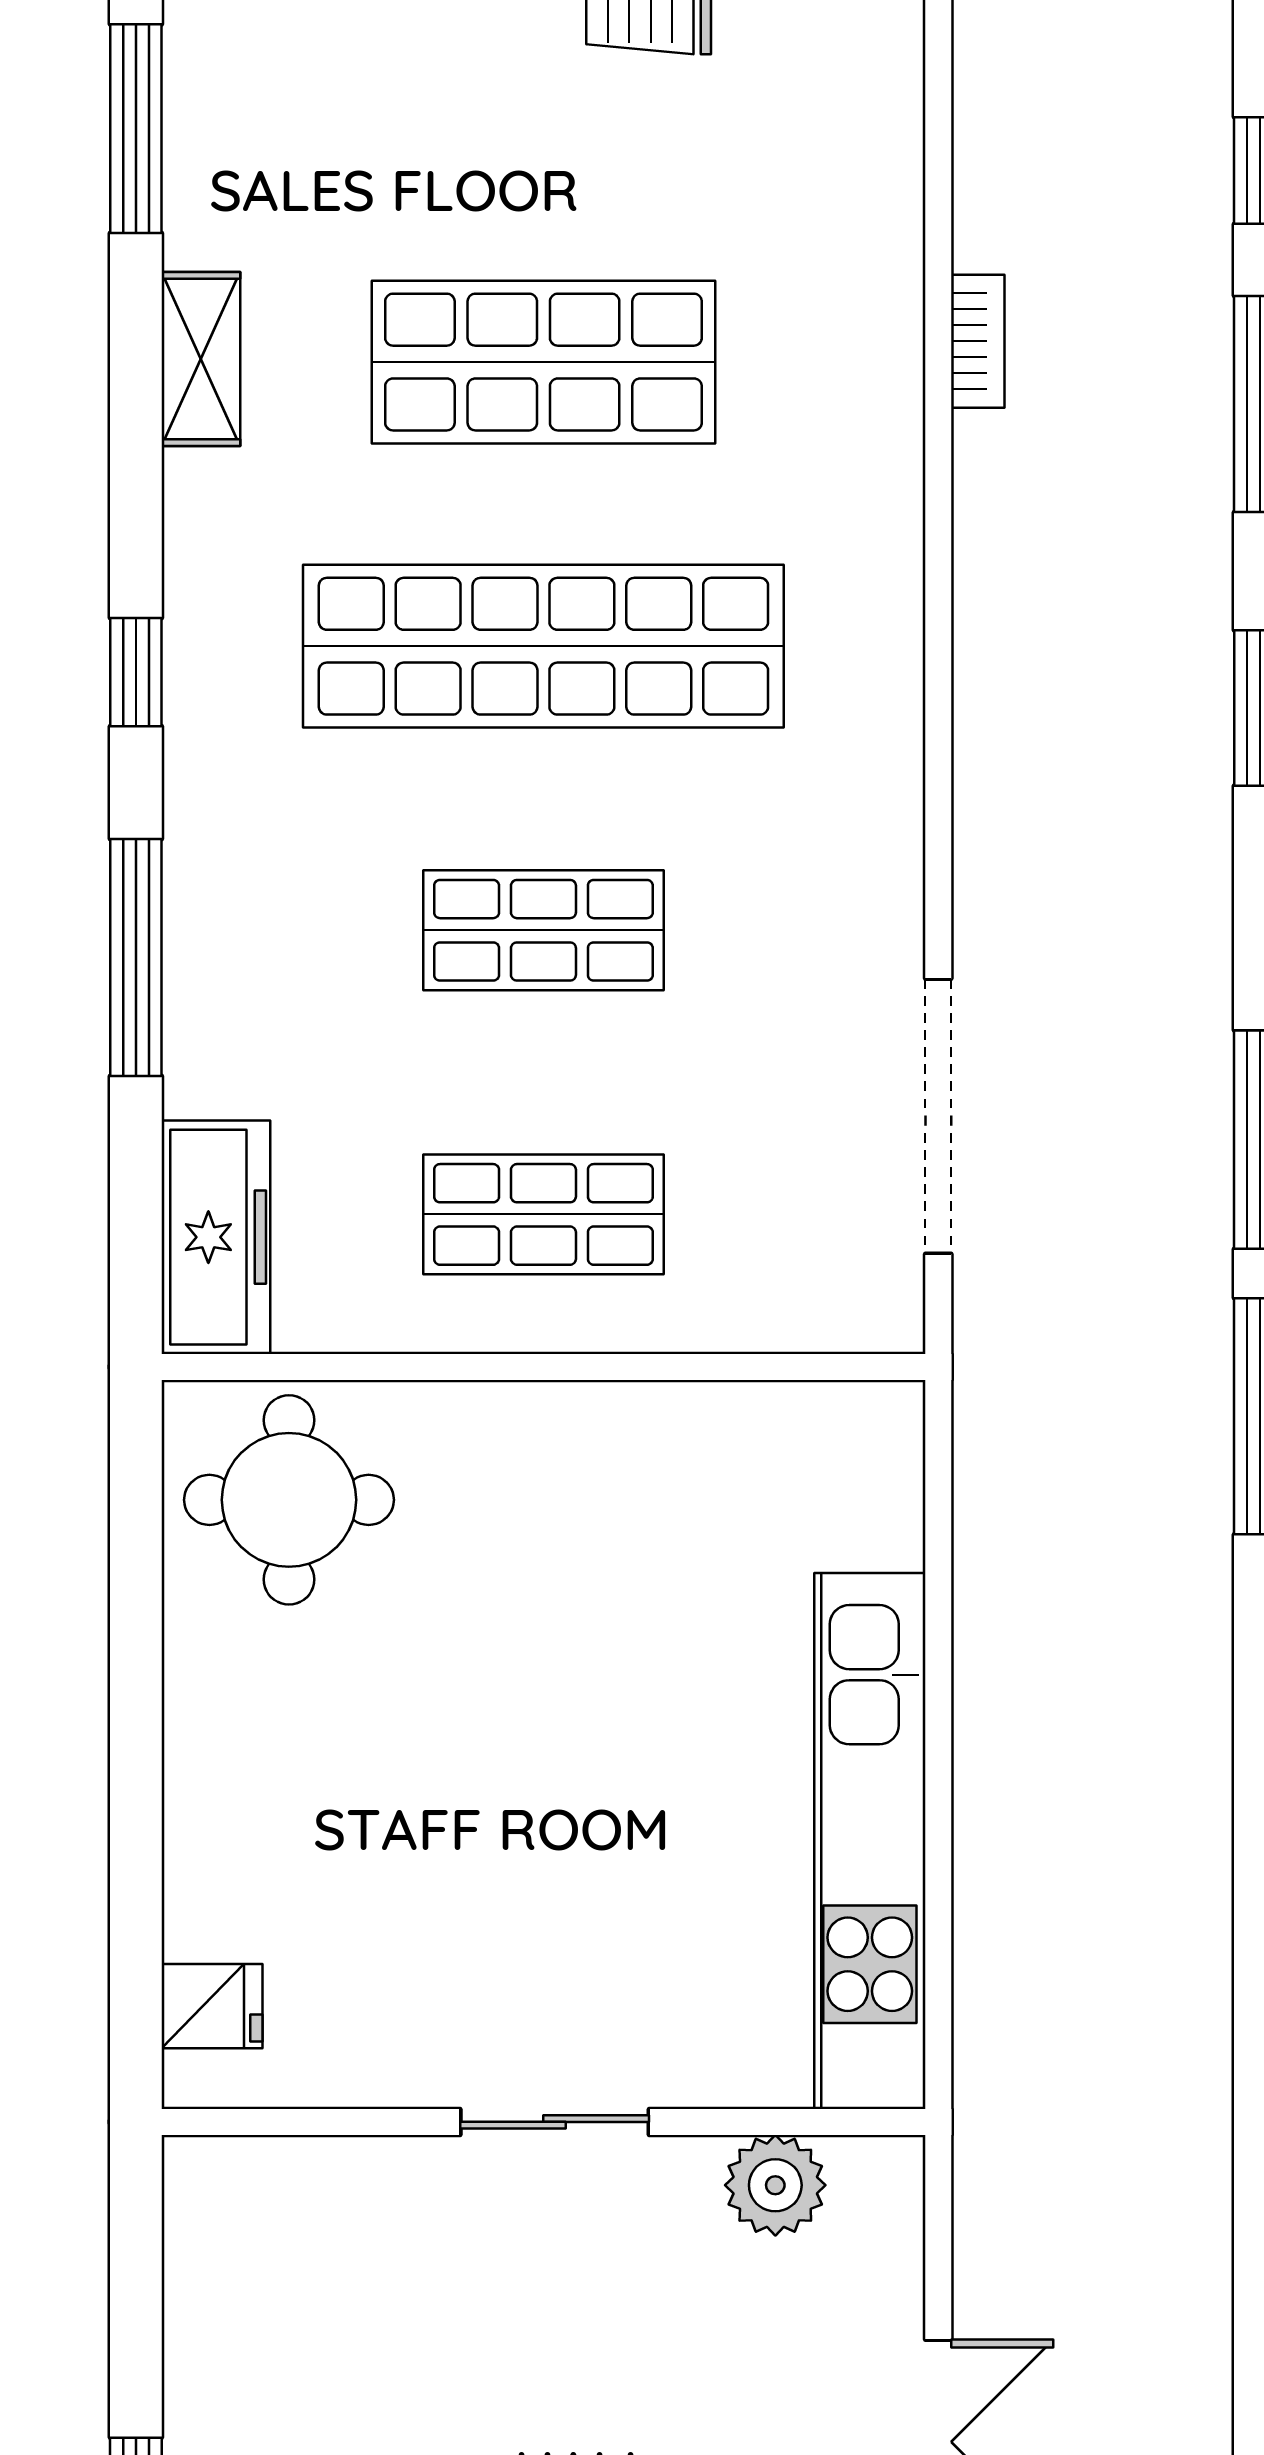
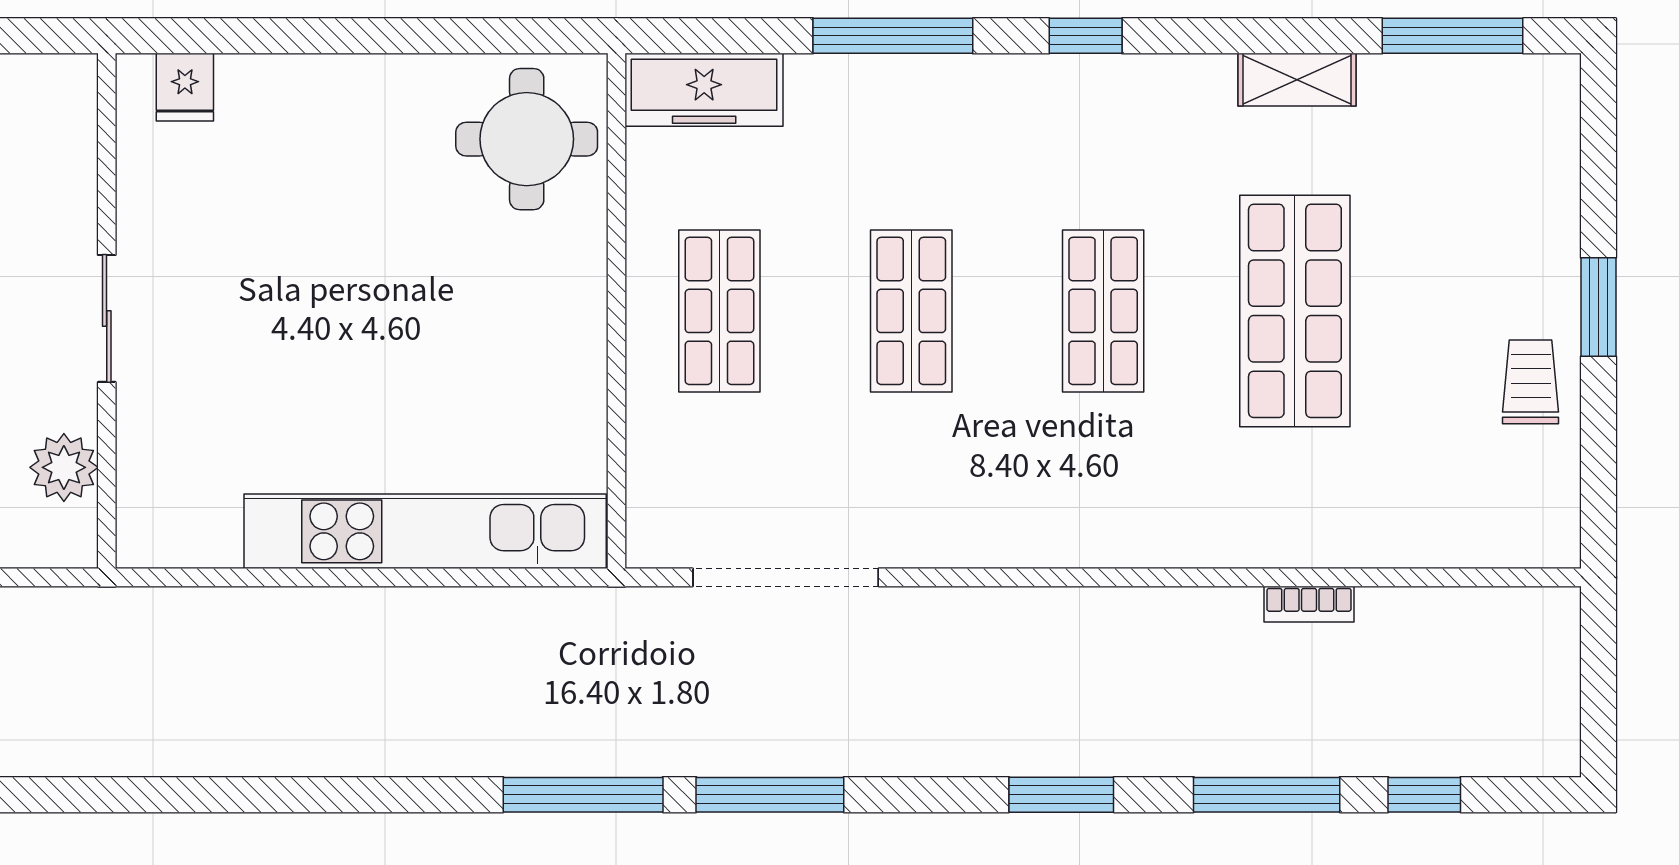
shop shelf: (543, 646) -> (1103, 311), width x0.50, depth x0.74
kitchen unit: (870, 1841) -> (425, 531), moved

